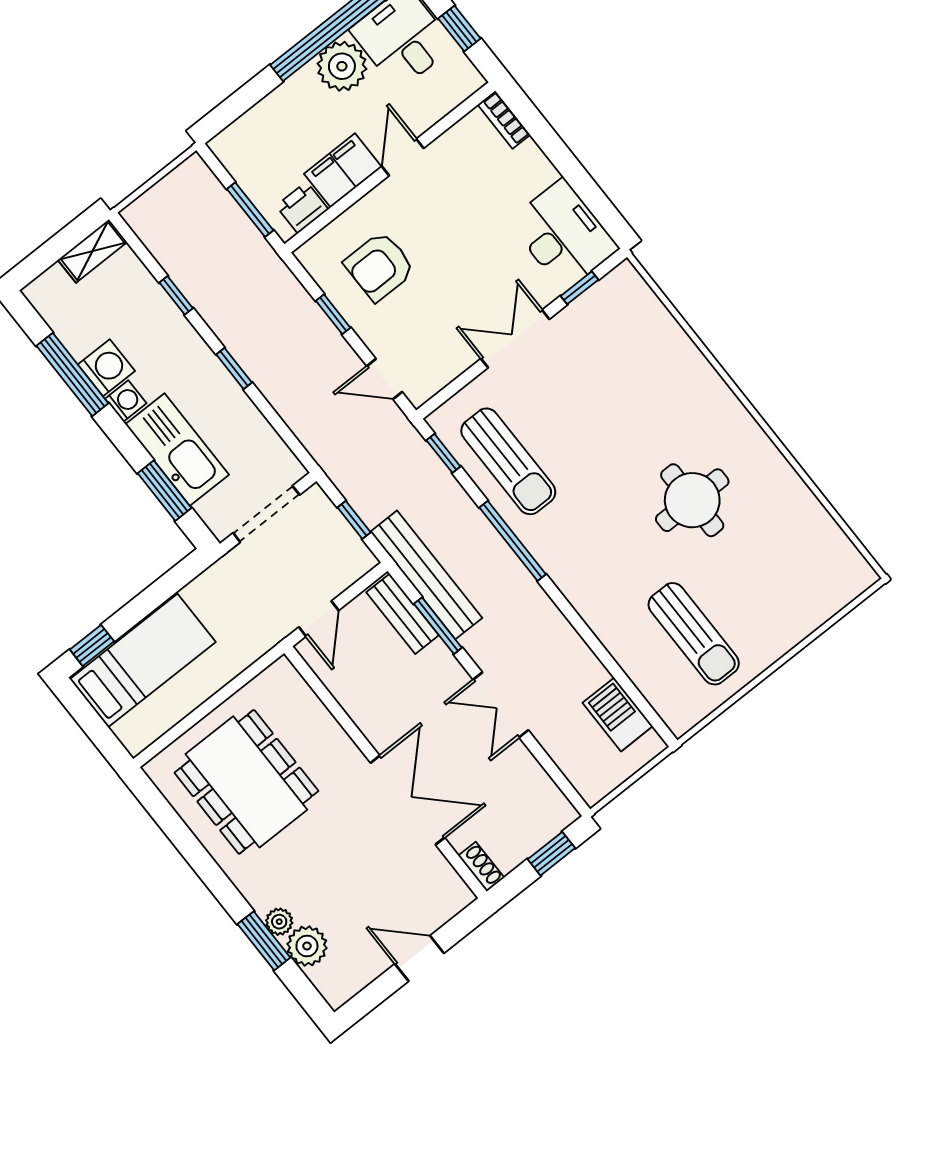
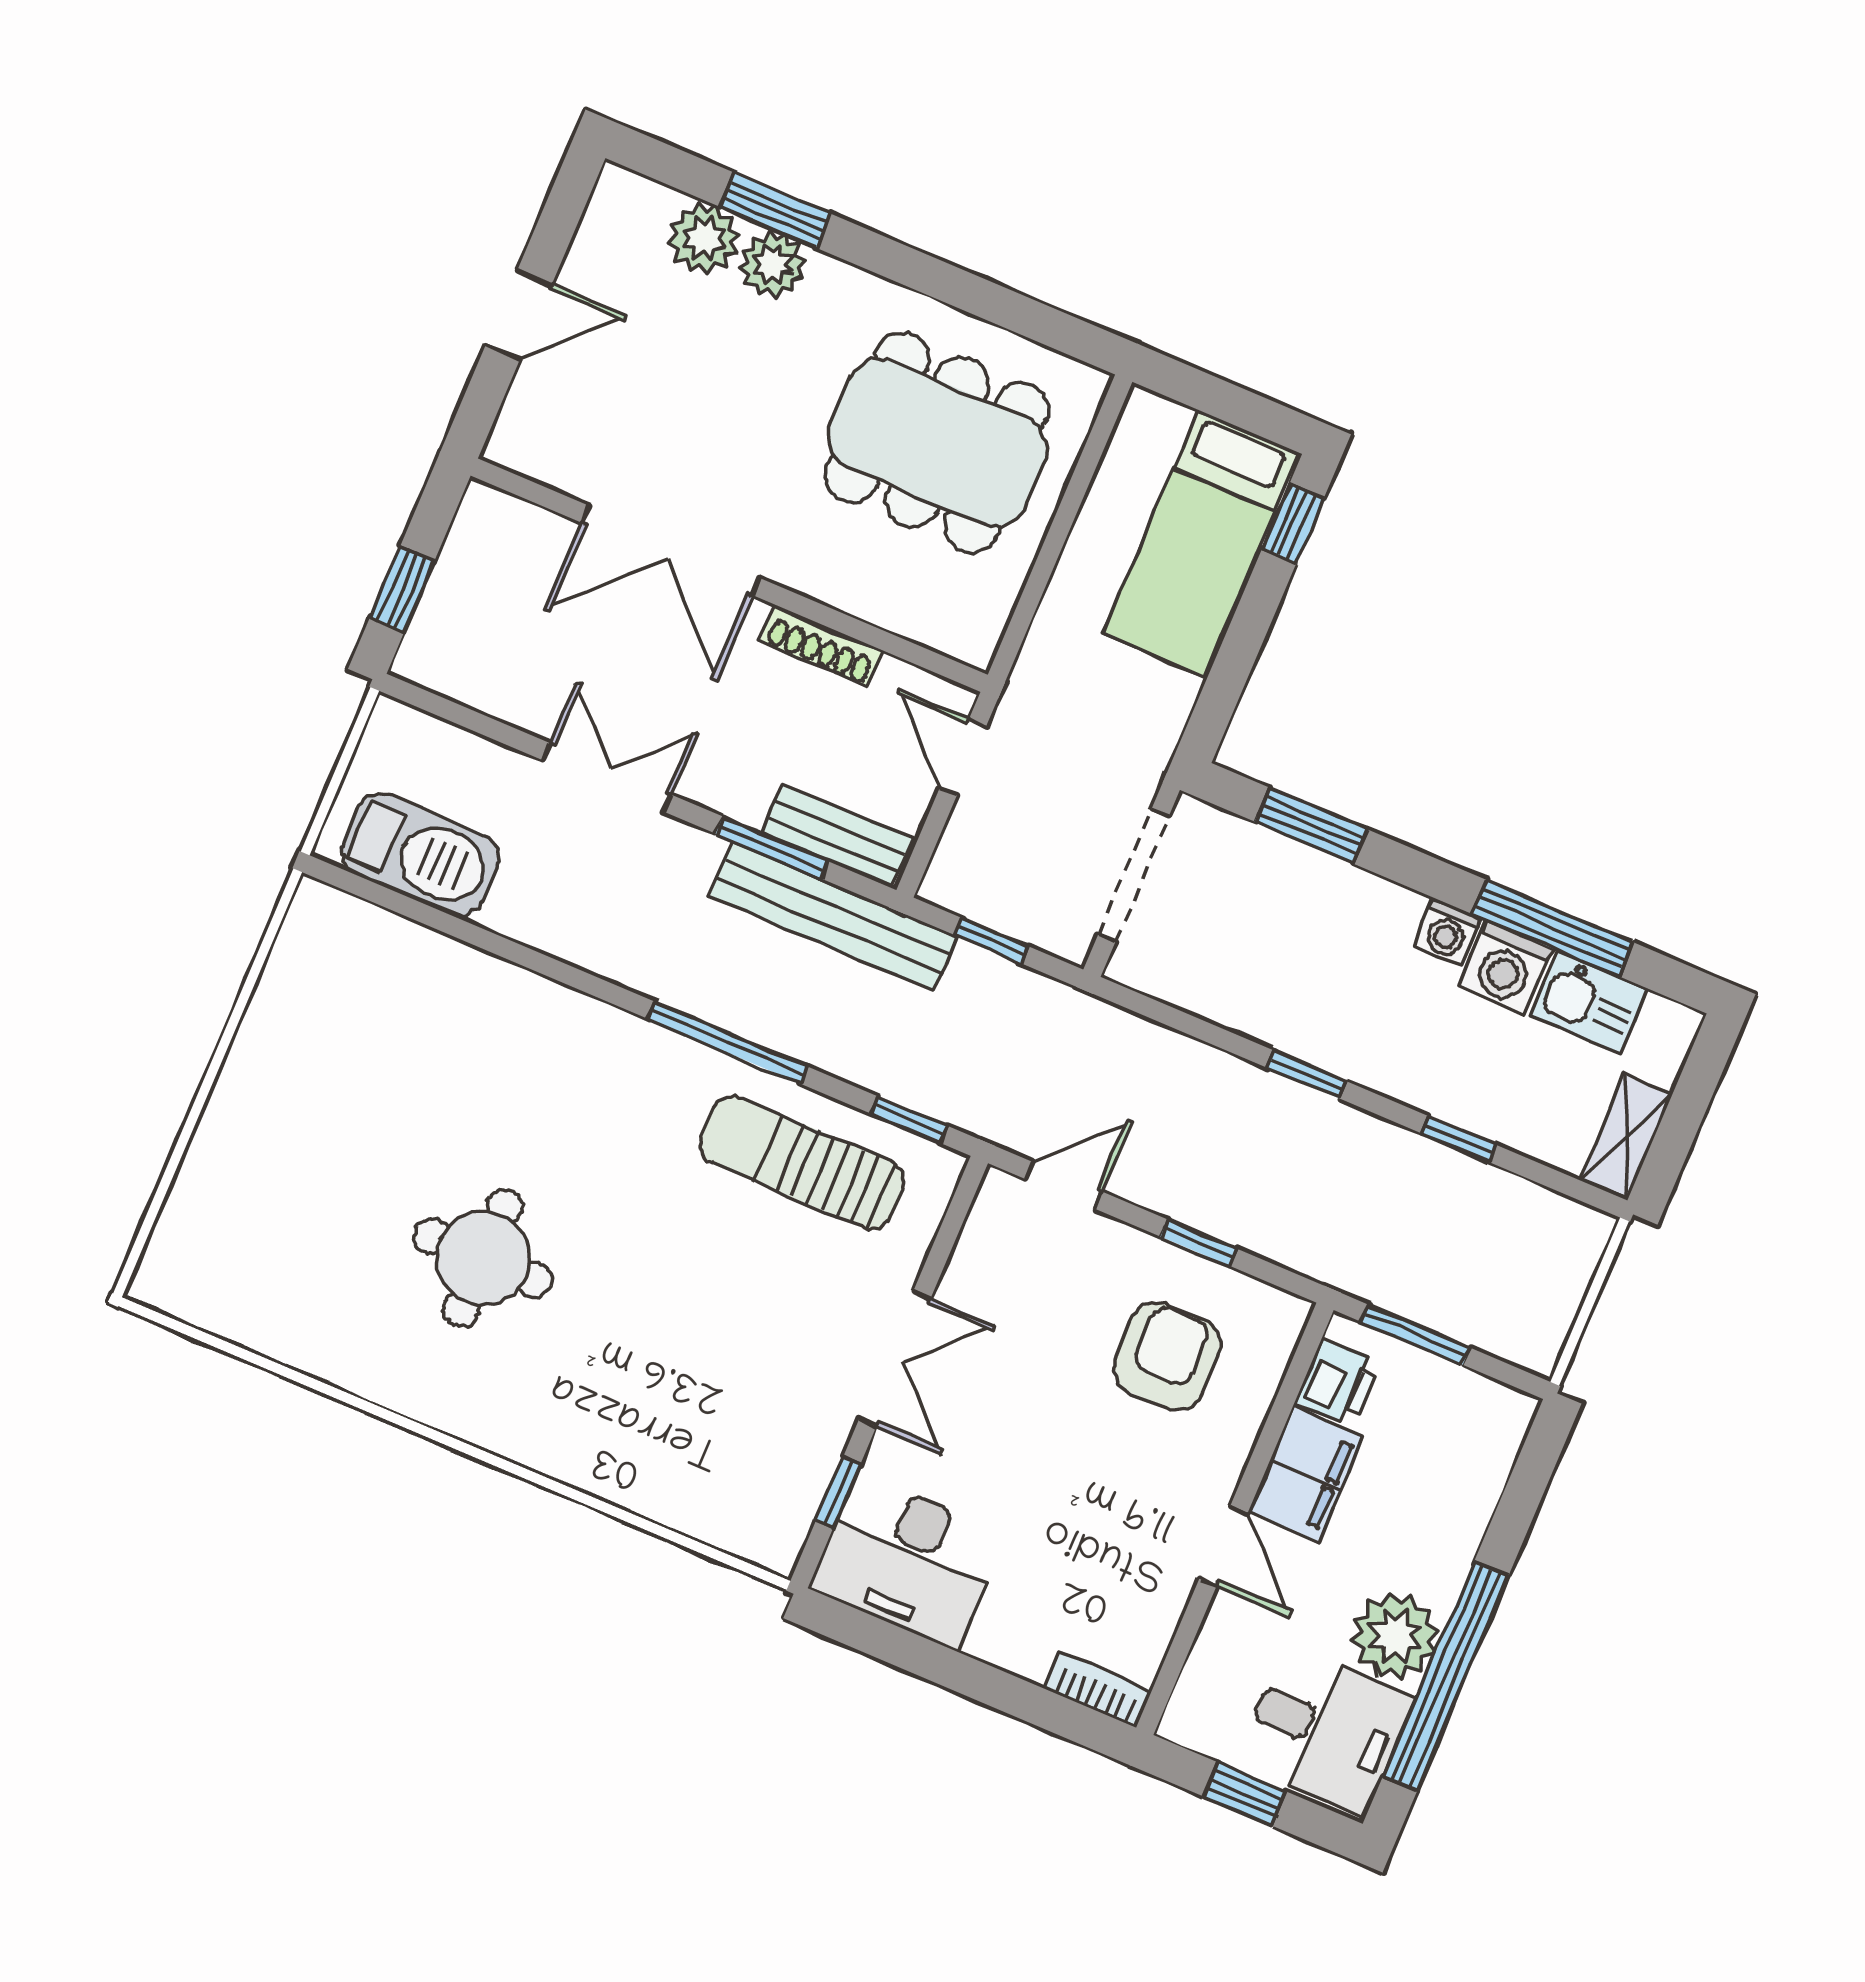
kitchen sink: (177, 449) -> (1589, 1002), moved, width x0.53, depth x0.81
sun lounger: (694, 634) -> (367, 1052), removed
barbecue: (618, 714) -> (420, 855), width x1.37, depth x1.21
shoe rack: (481, 867) -> (821, 646), moved, width x1.43
plant: (279, 922) -> (772, 265), width x1.38, depth x1.38

